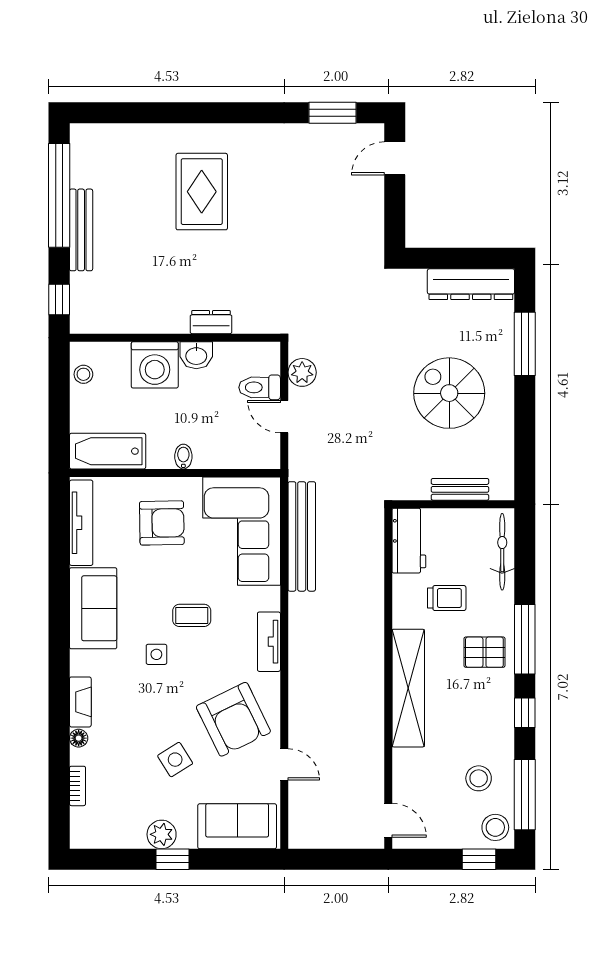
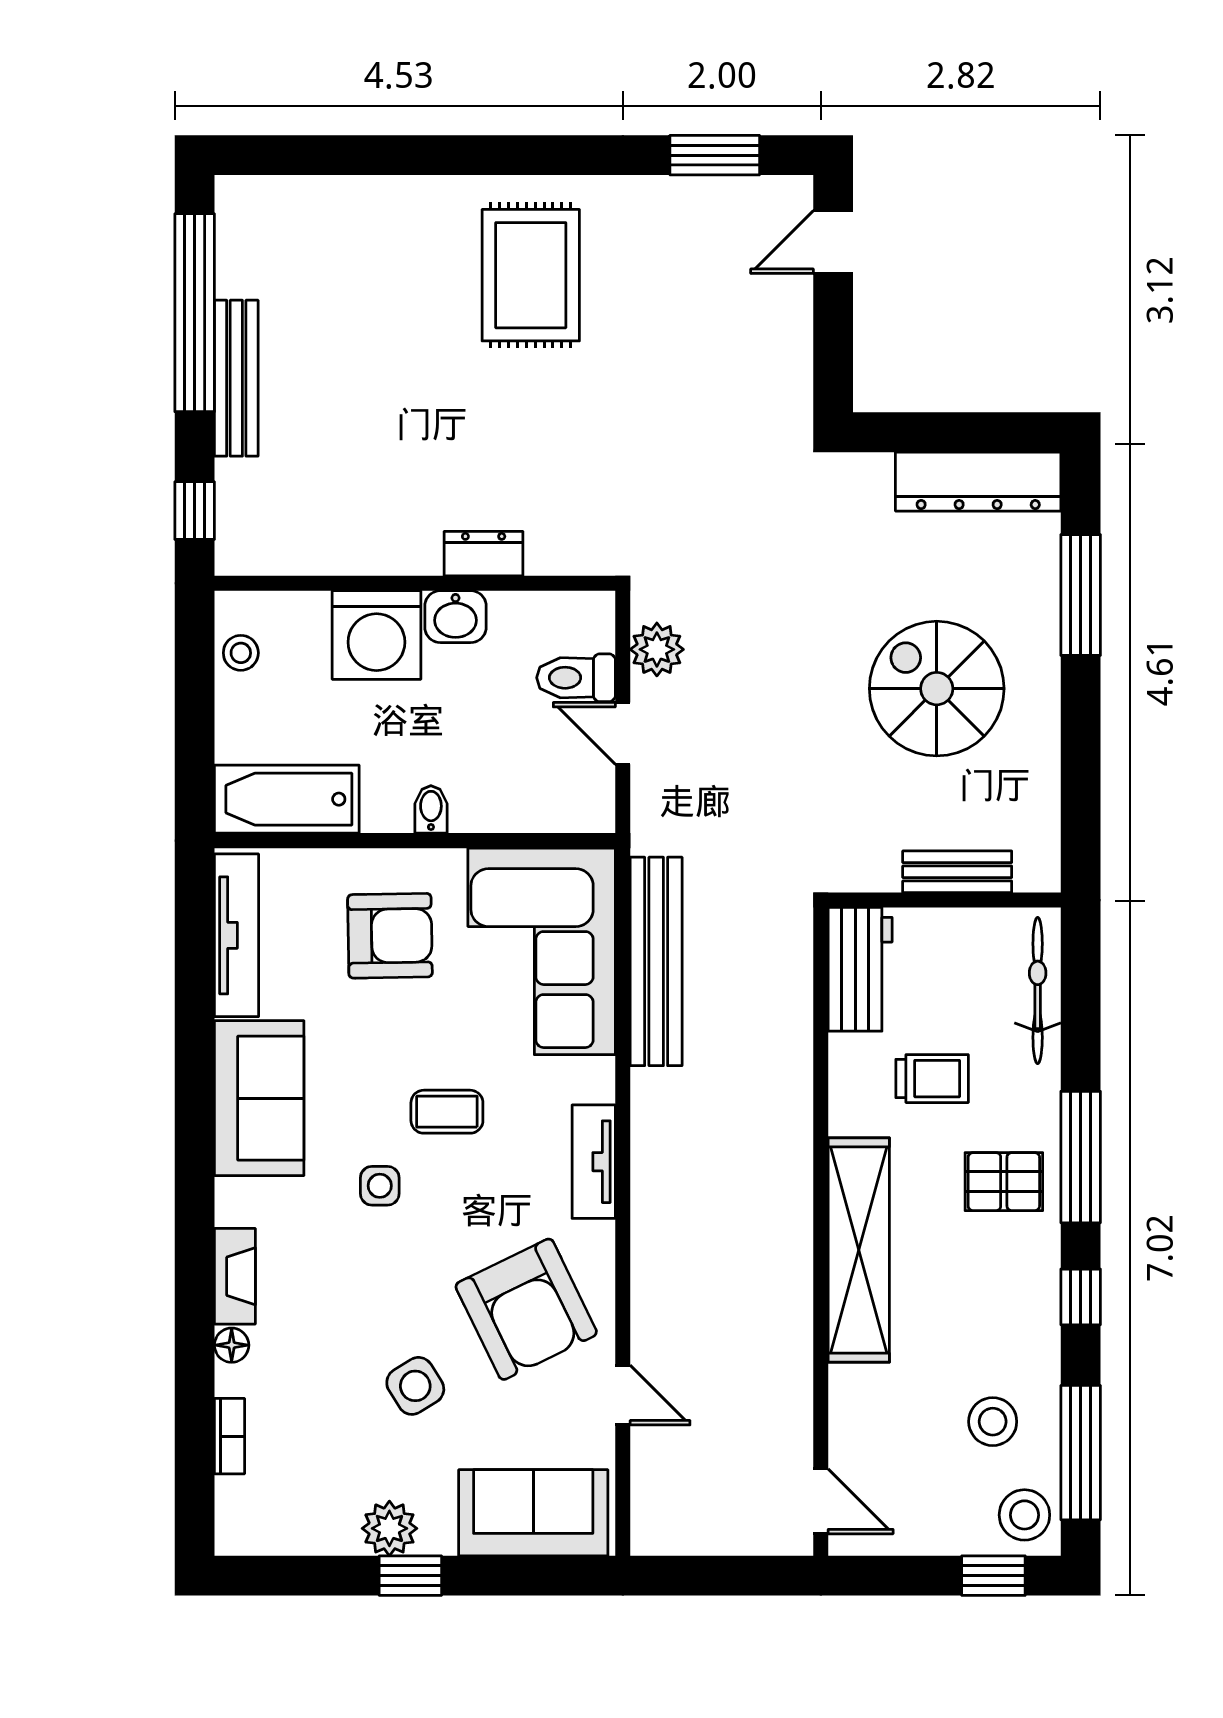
rug: (202, 192) -> (531, 275), moved

